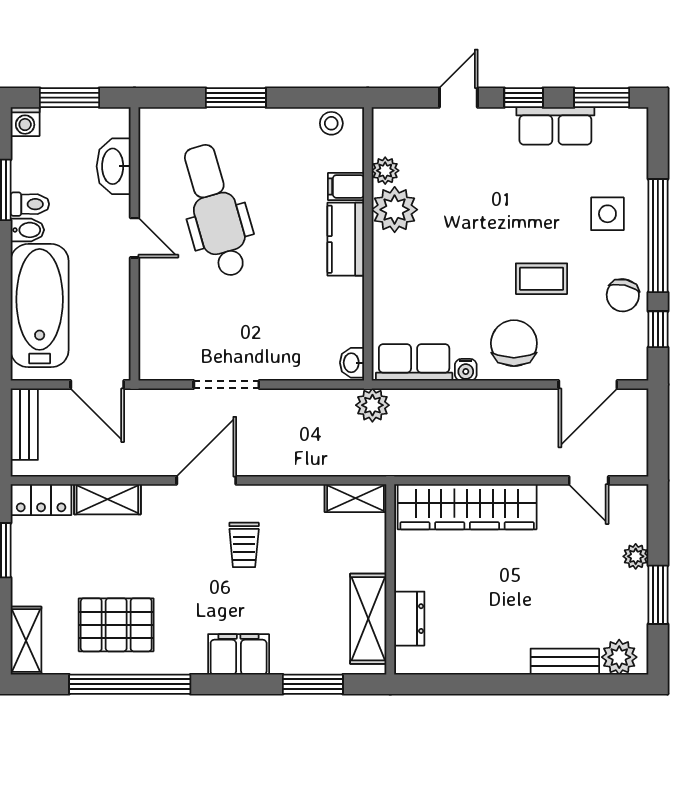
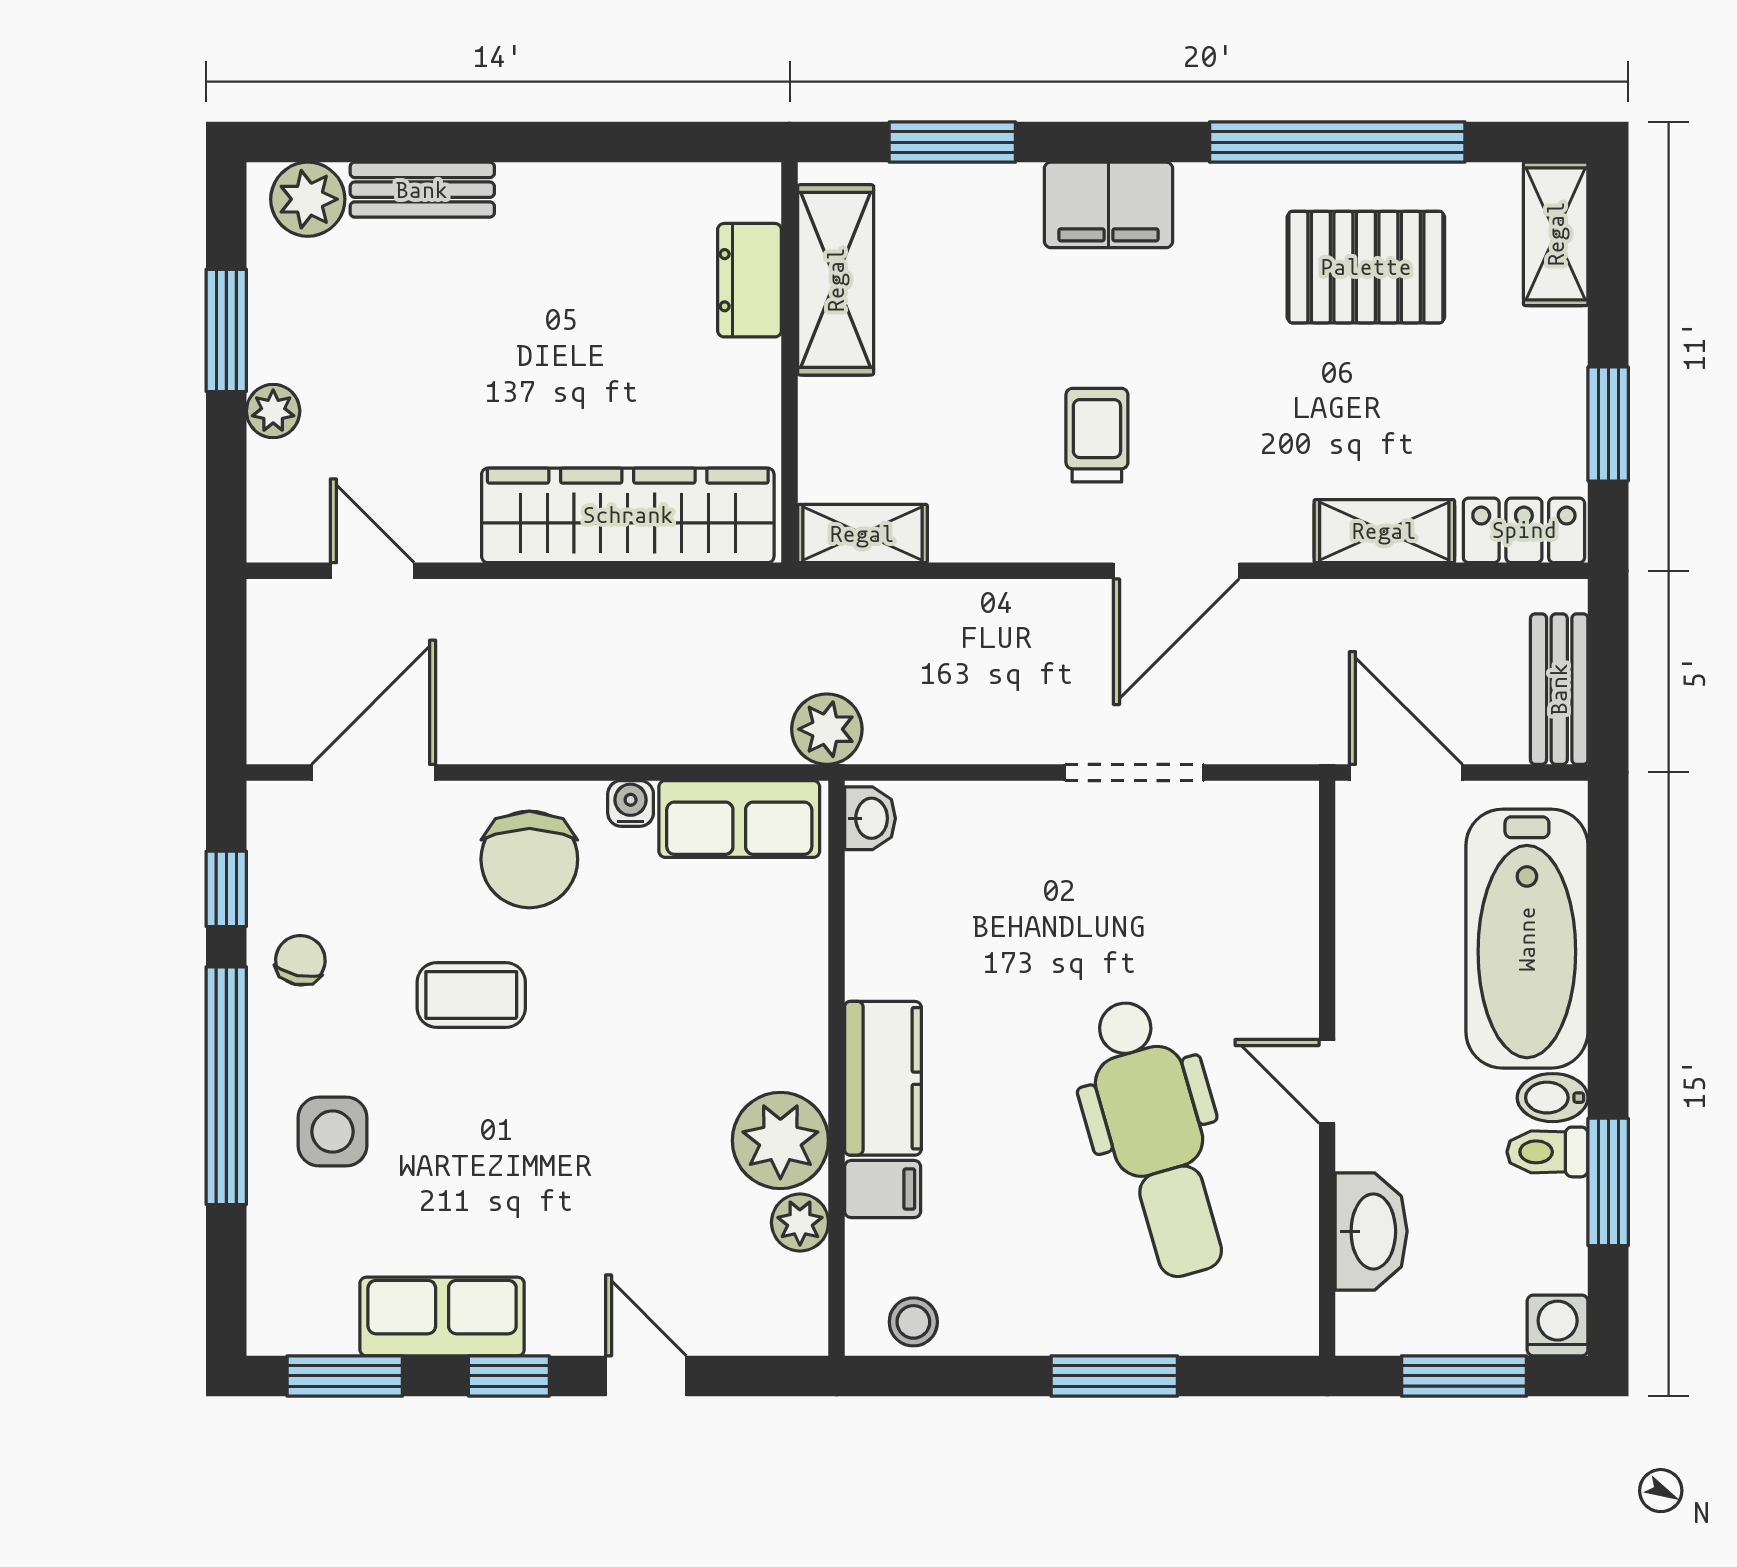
door: (458, 98) -> (646, 1376), swing flipped
chair: (623, 295) -> (300, 960), width x0.73, depth x0.73

